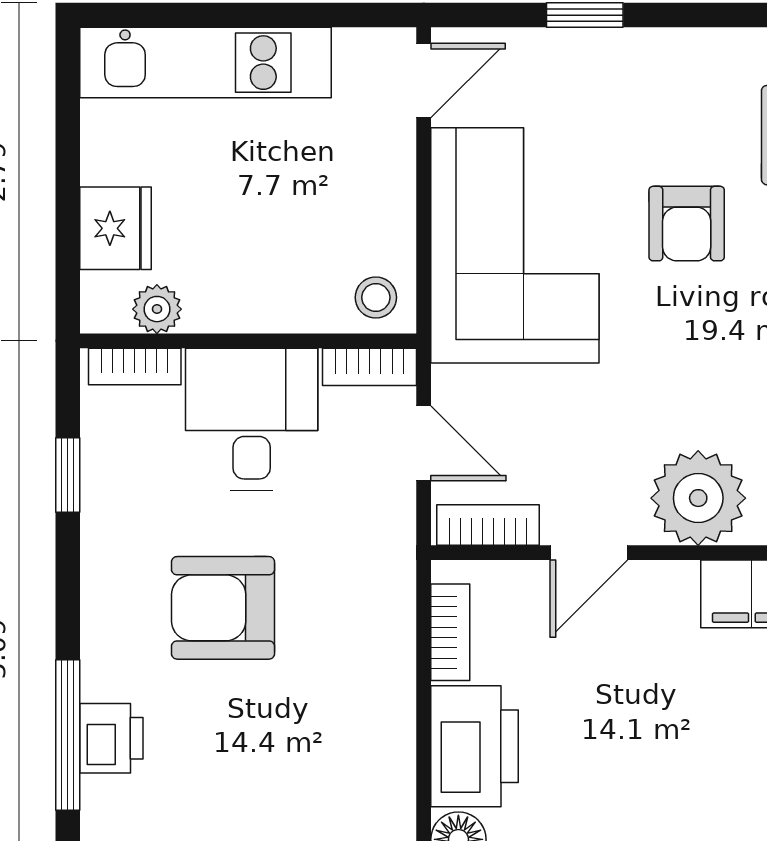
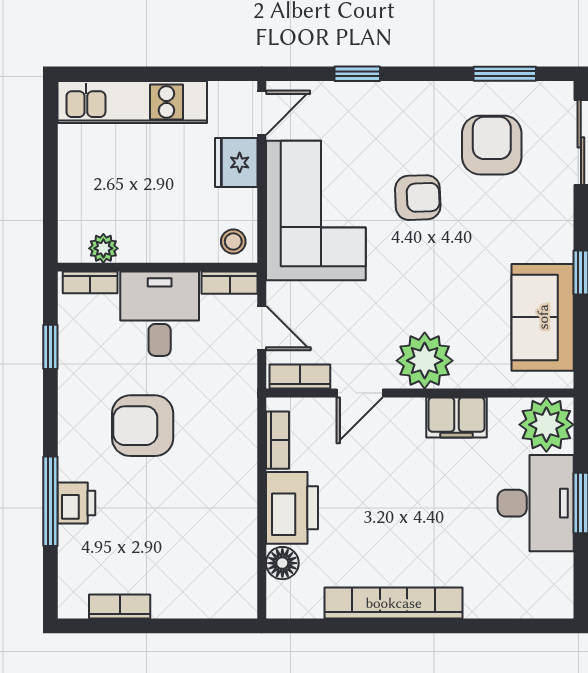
armchair: (687, 224) -> (418, 198), turned -92
fridge: (115, 228) -> (236, 163), moved, turned 180

